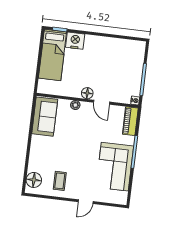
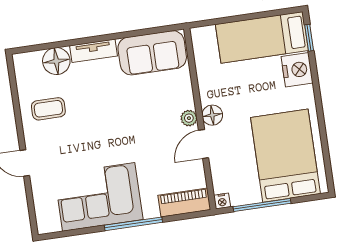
bed: (120, 60) -> (285, 156), added
plant: (75, 105) -> (189, 118), moved
tv unit: (35, 148) -> (93, 51), added
floor lamp: (34, 180) -> (56, 61), moved

